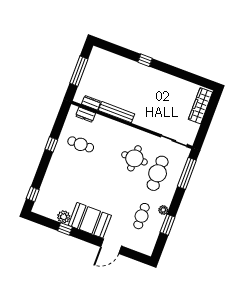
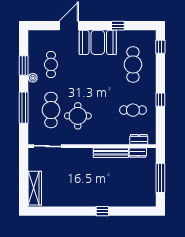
window: (187, 173) -> (24, 108), moved
cafe table: (65, 187) -> (133, 64), added
plant: (64, 217) -> (123, 36), removed

